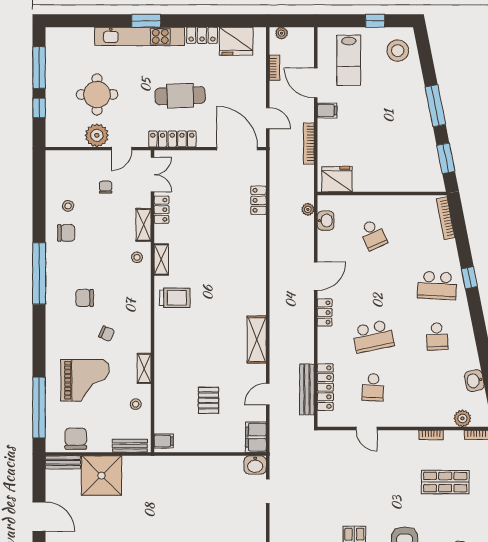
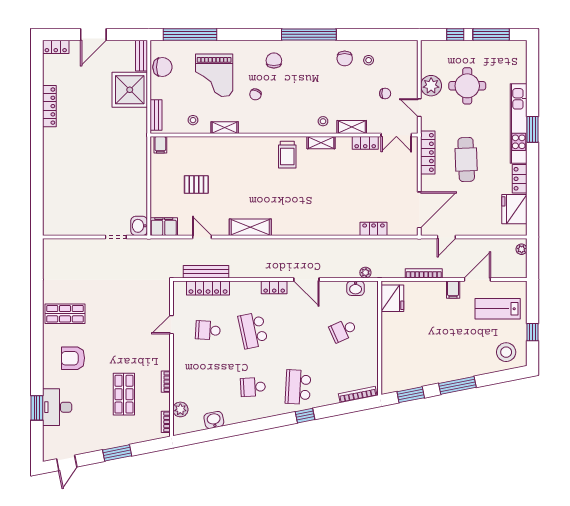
bookcase: (274, 68) -> (491, 243), removed
chair: (85, 298) -> (274, 61), moved

